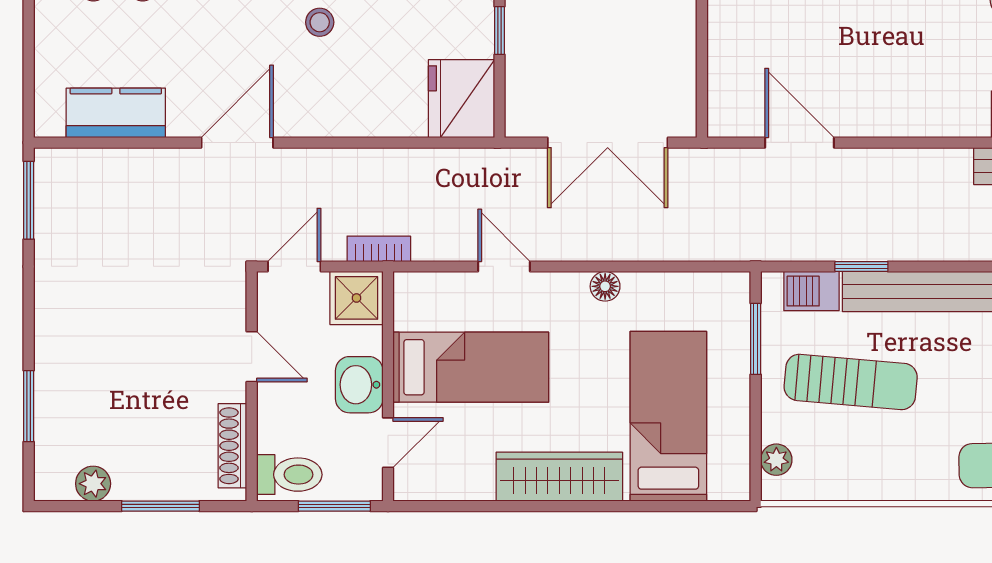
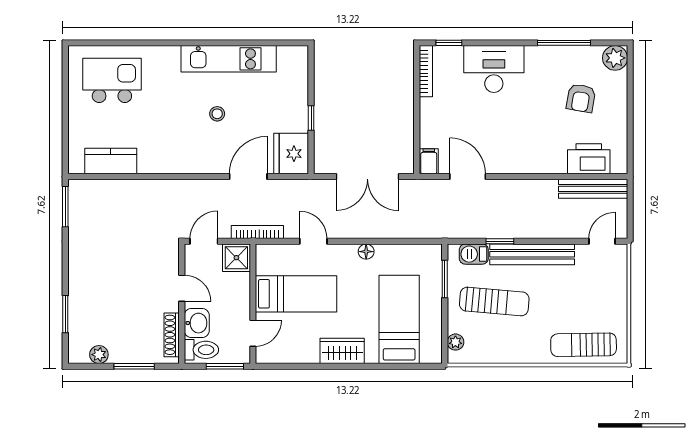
filing cabinet: (725, 113) -> (429, 161), added
door: (237, 143) -> (248, 177), moved
bookcase: (379, 249) -> (257, 232), width x1.56
washbasin: (359, 385) -> (197, 323), moved, turned 180
wardrobe: (559, 477) -> (342, 351), width x0.67

